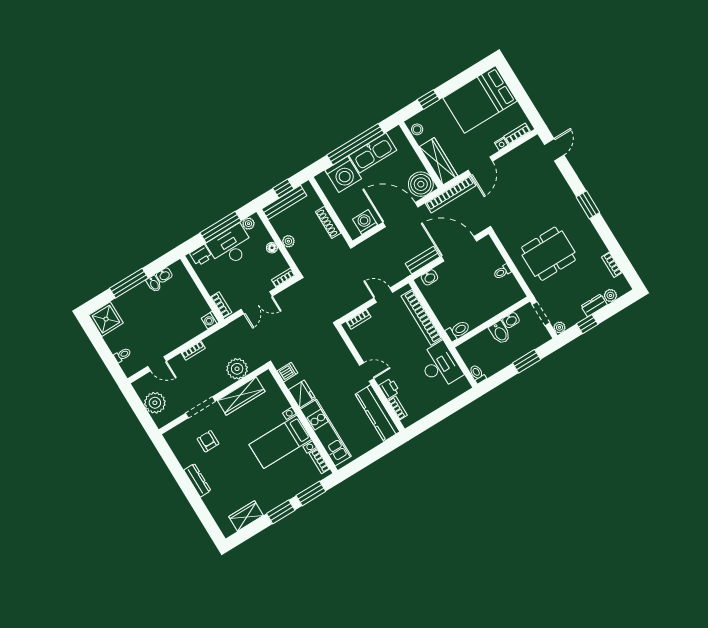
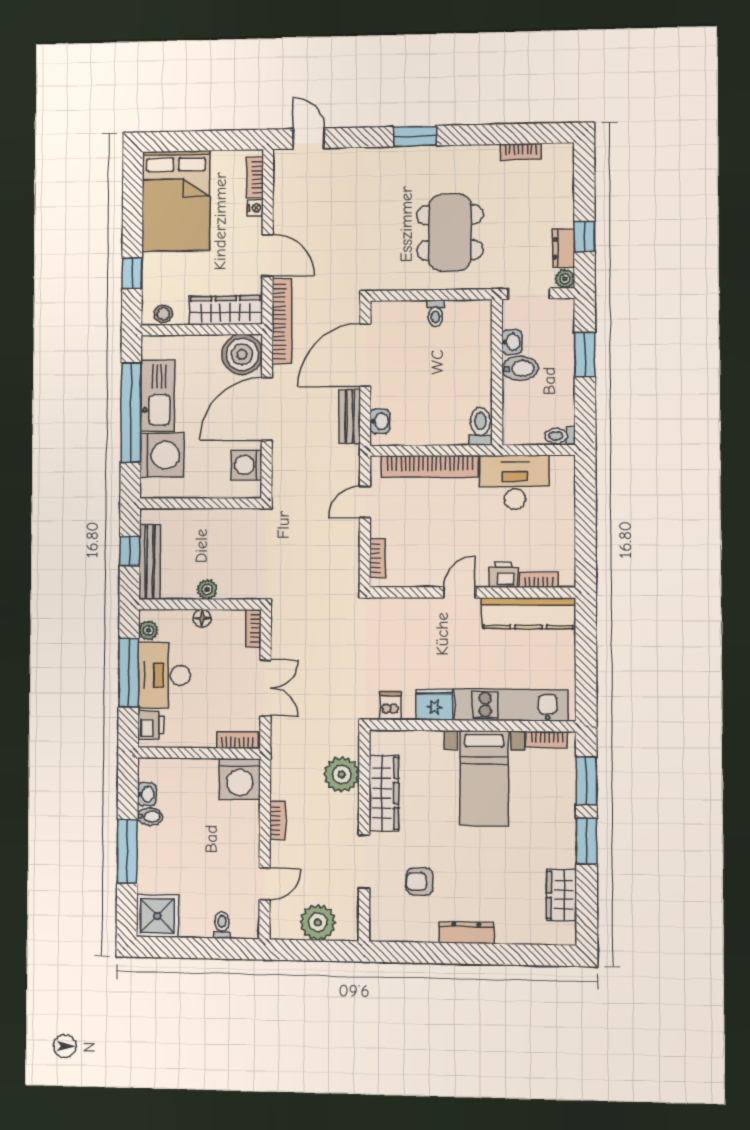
shoe rack: (328, 222) -> (215, 517), removed
plant: (610, 295) -> (564, 179), removed
dresser: (594, 305) -> (563, 248), moved
washing machine: (210, 320) -> (240, 779), width x1.89, depth x1.89

